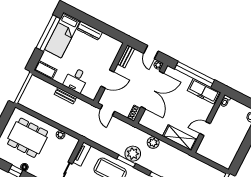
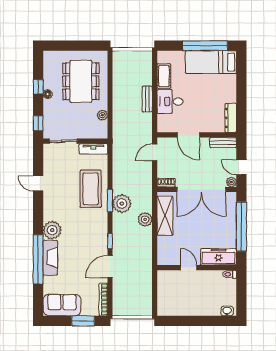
dresser: (90, 31) -> (231, 118), moved
door: (151, 52) -> (241, 167), hinge flipped
cot: (45, 70) -> (164, 76), moved
freezer: (203, 91) -> (219, 257), moved, turned 90
shelving: (180, 138) -> (165, 216), moved

